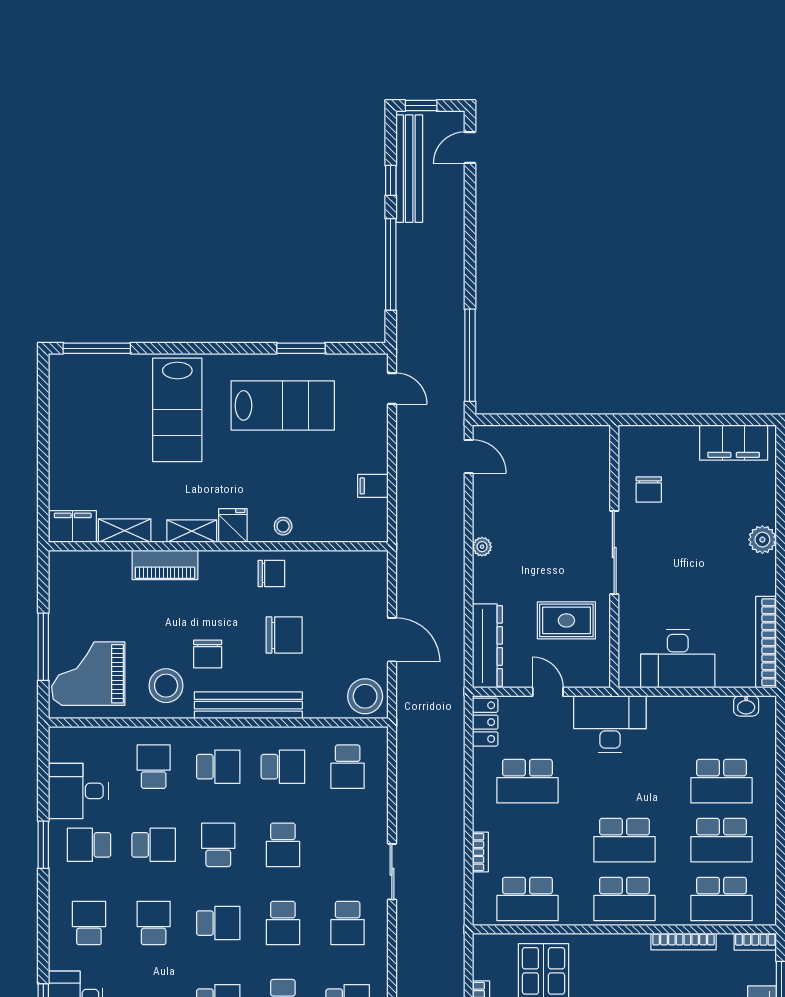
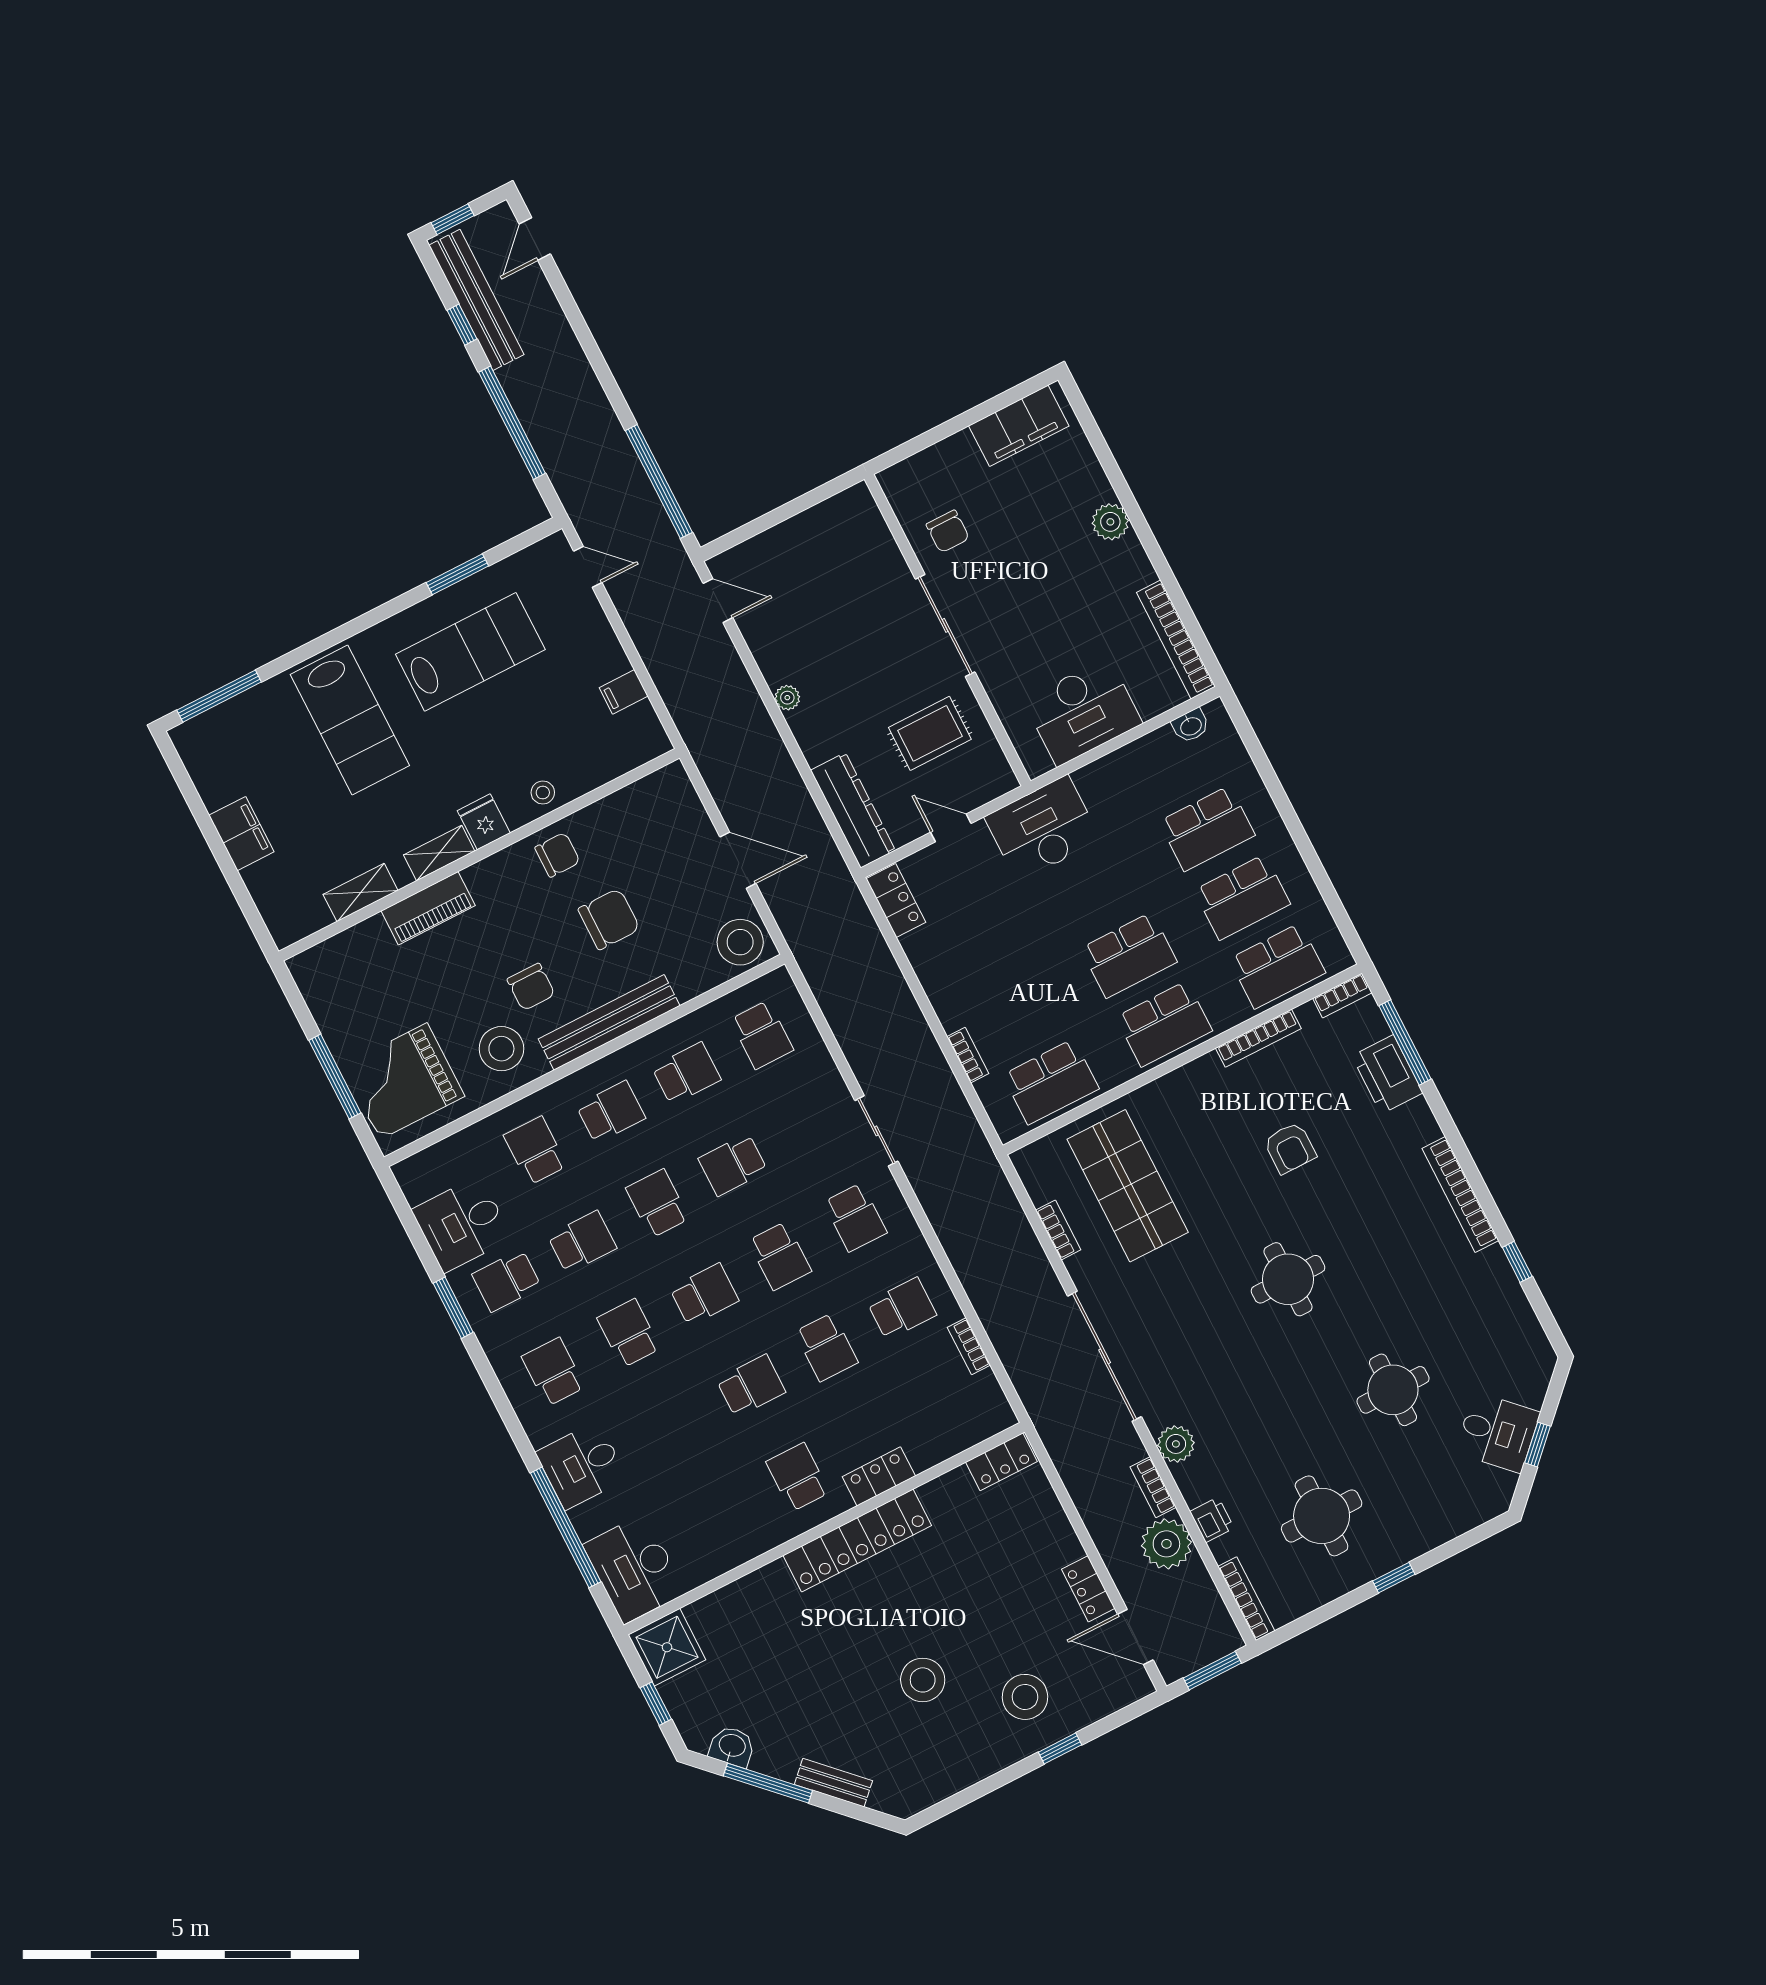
filing cabinet: (73, 527) -> (241, 834), moved, turned 90
school desk: (527, 781) -> (980, 944), removed
school desk: (283, 845) -> (733, 1165), turned 90

